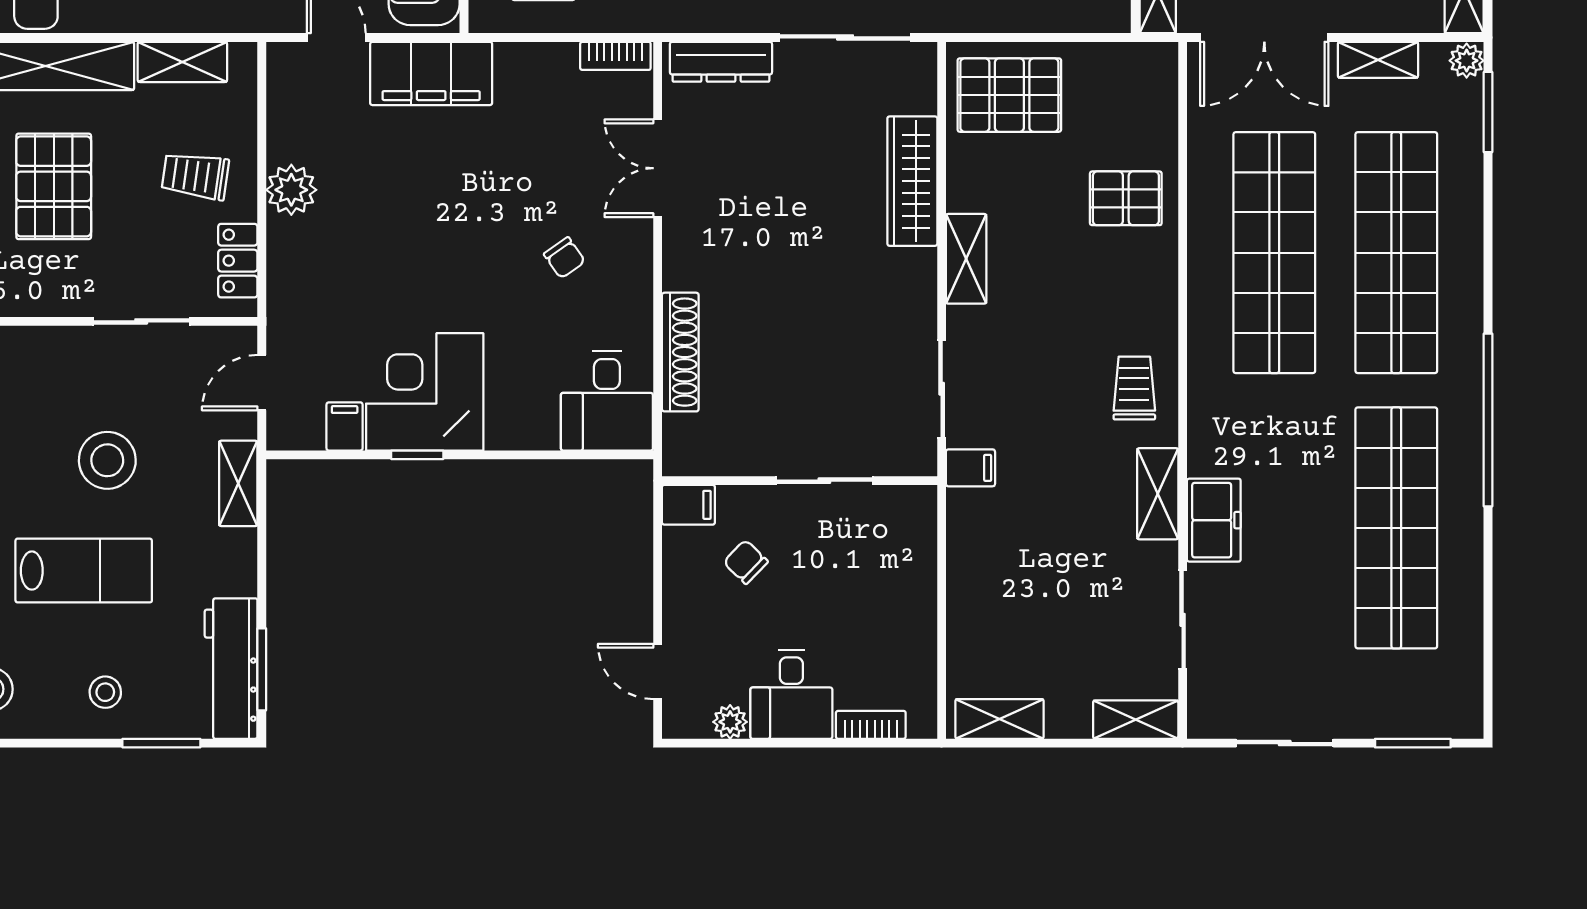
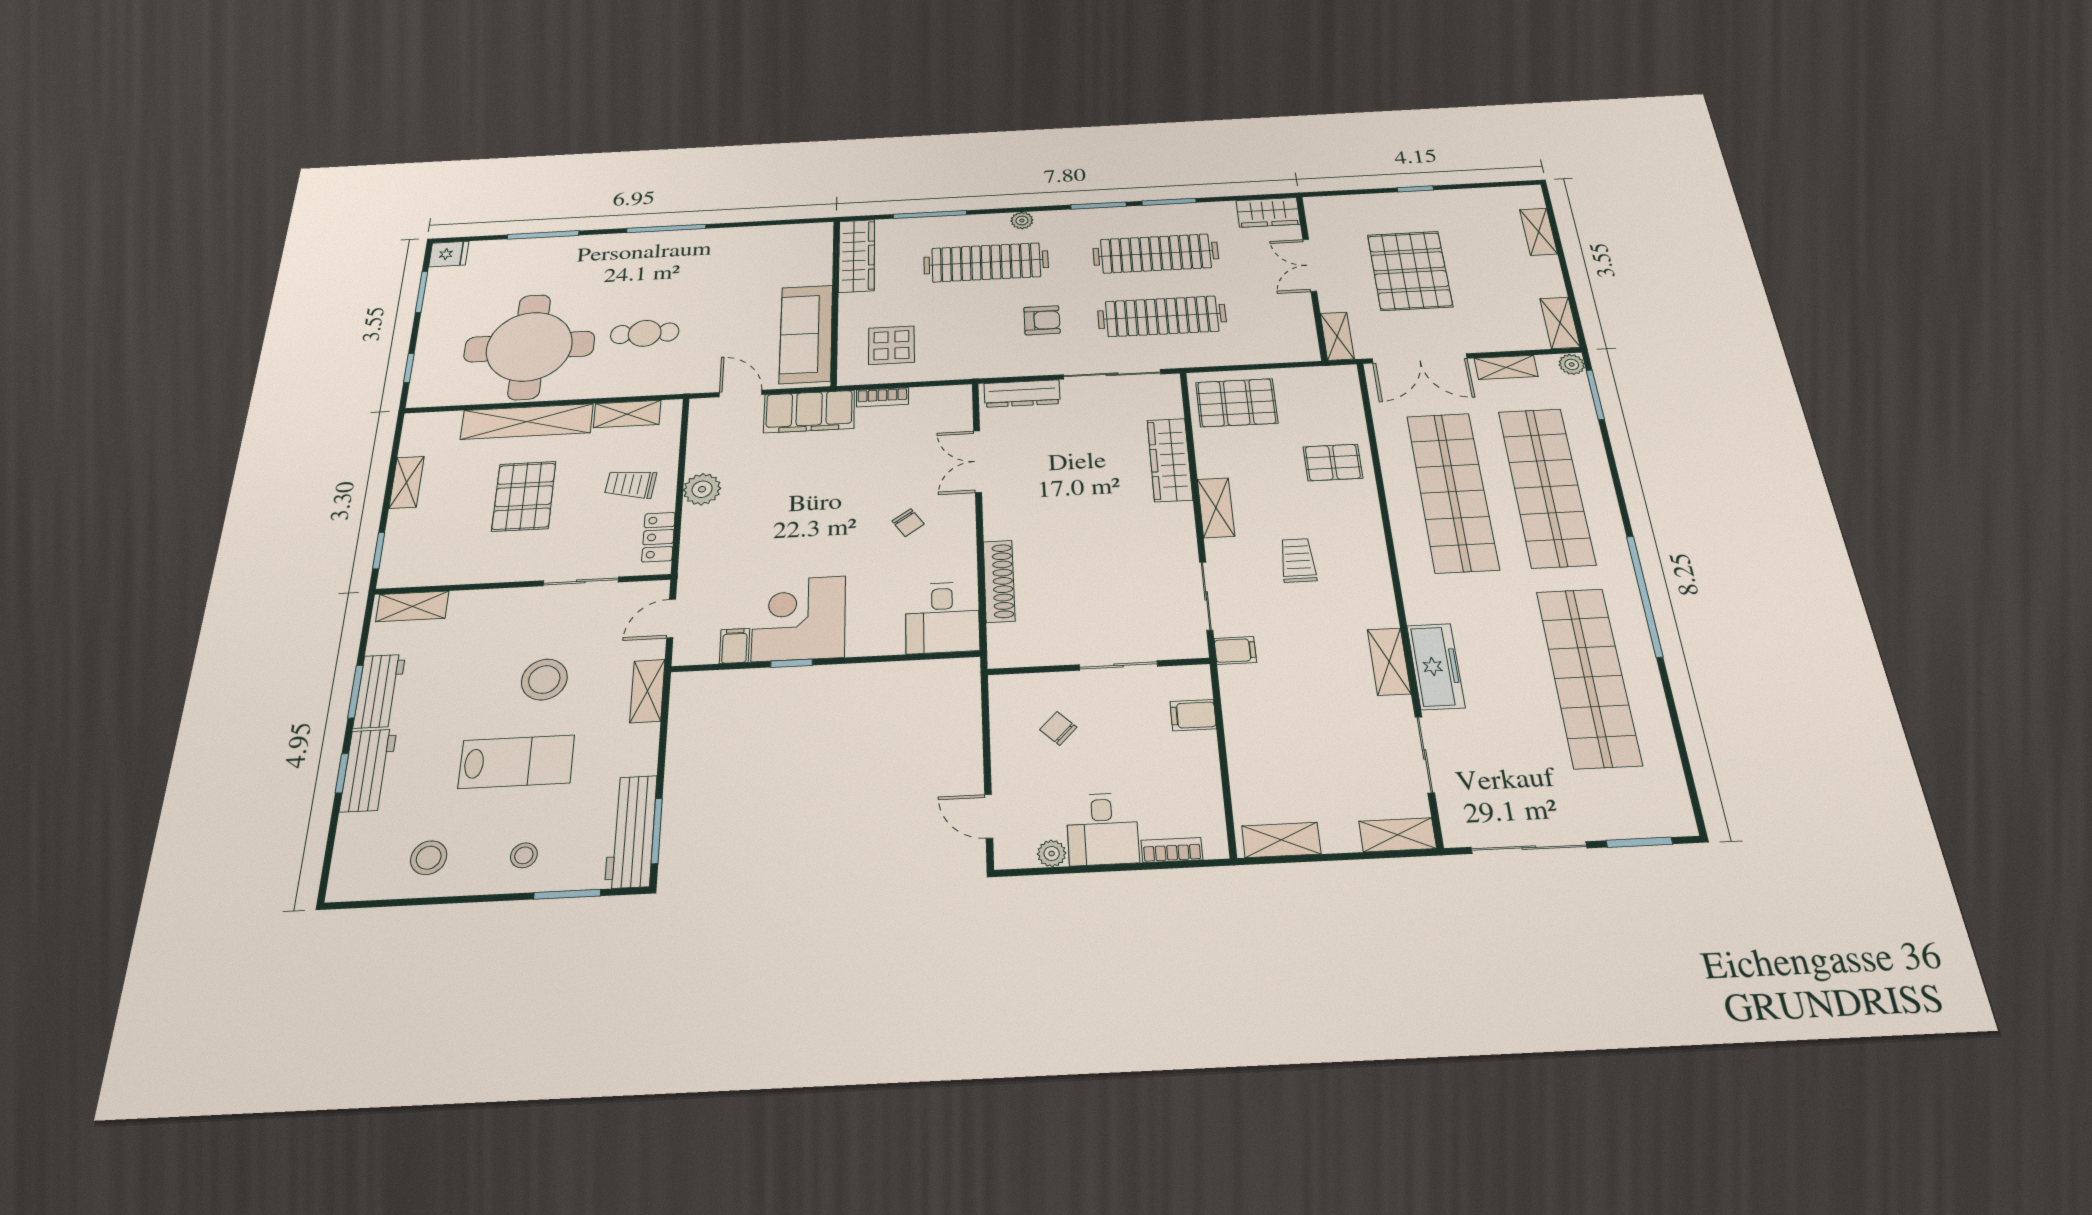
bookcase: (615, 56) -> (882, 397), moved
trolley: (1134, 388) -> (1298, 560), moved
filing cabinet: (688, 505) -> (1193, 715), moved, turned 180
freezer: (1214, 520) -> (1436, 666), width x1.40
sliding door: (1285, 743) -> (1529, 848), width x1.37

